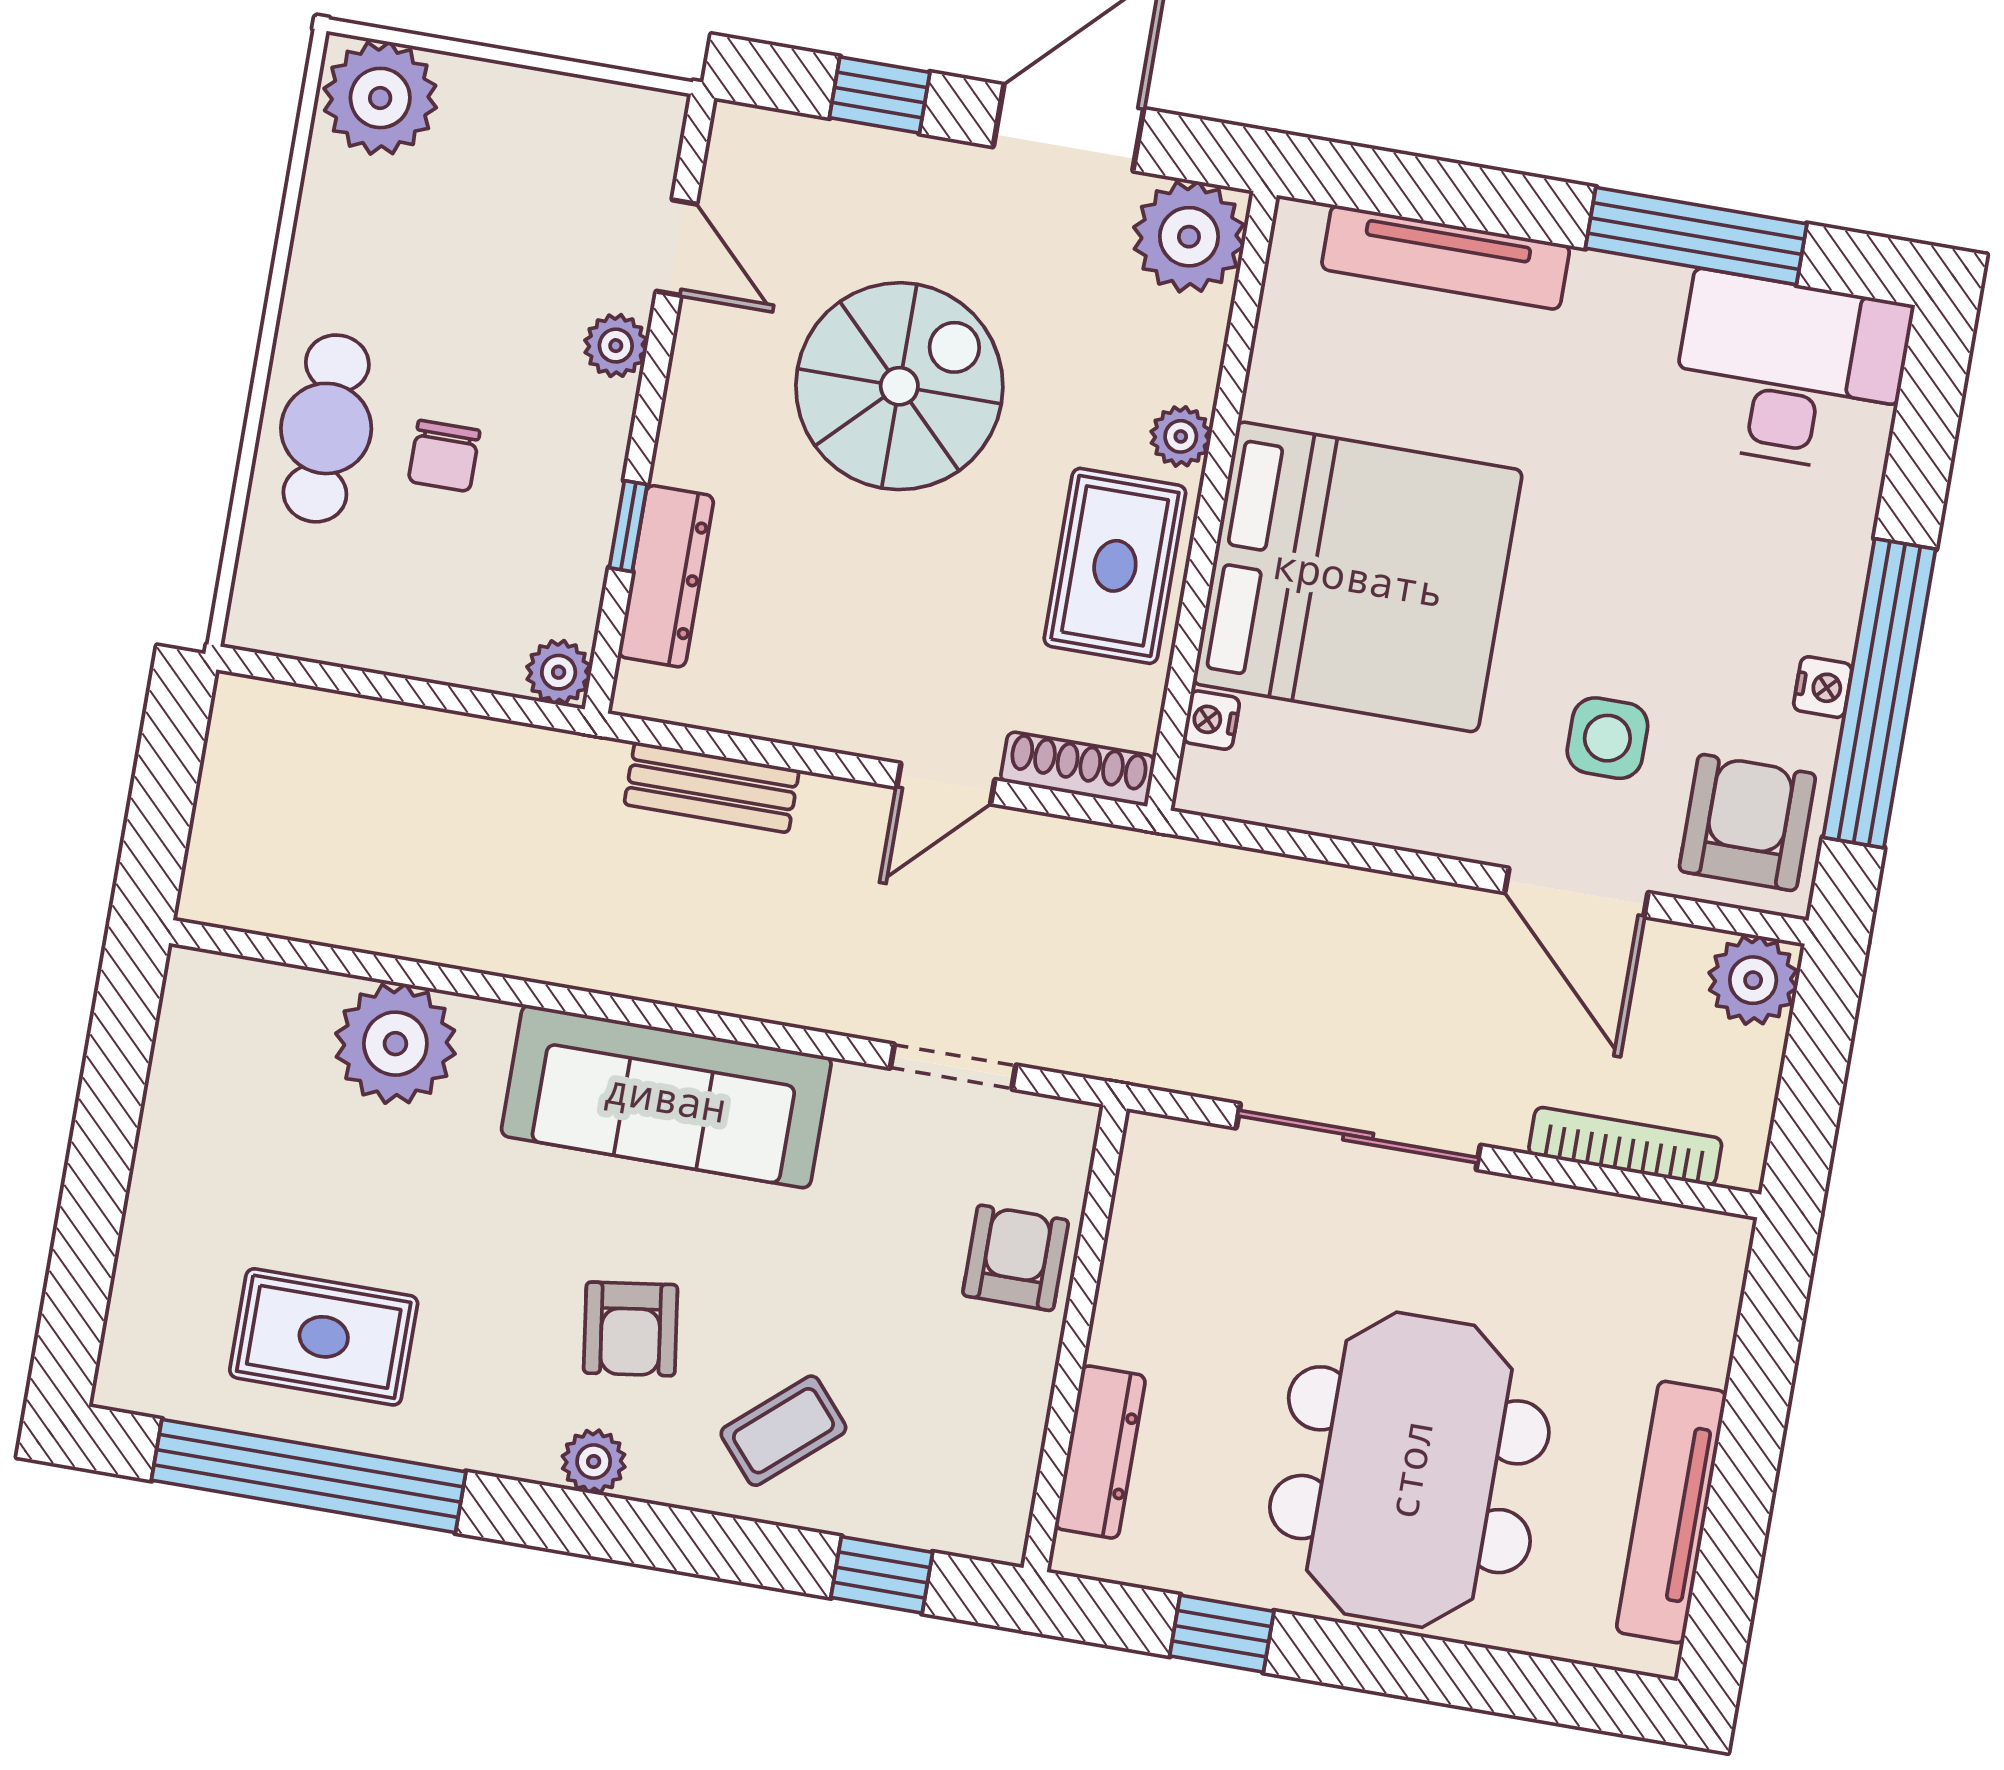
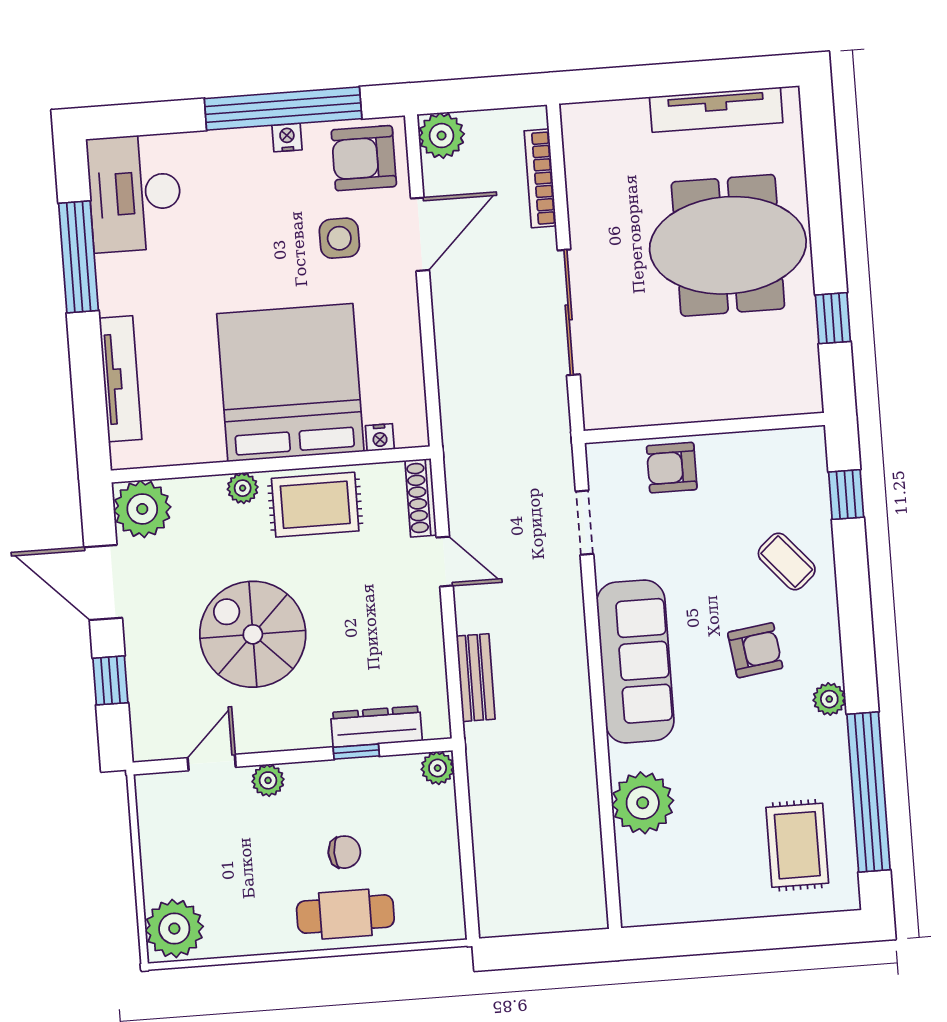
rug: (324, 1337) -> (797, 845), moved
dresser: (1100, 1452) -> (758, 401), removed
plant: (594, 1462) -> (829, 699), moved

